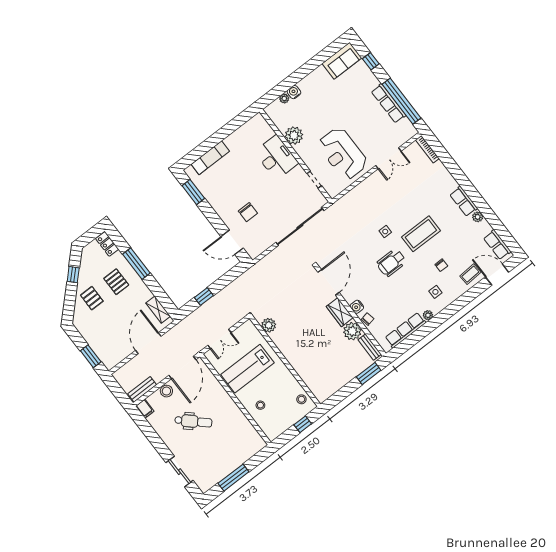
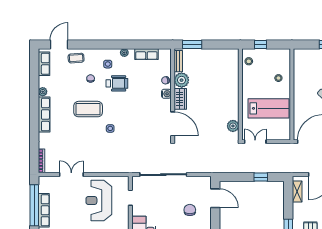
reception desk: (343, 154) -> (99, 201), turned 180
row of seats: (464, 201) -> (44, 115), width x1.48
wheelchair: (391, 263) -> (117, 83), moved
door: (497, 275) -> (59, 44), swing flipped
door: (328, 282) -> (173, 124), swing flipped
row of seats: (405, 330) -> (146, 54), width x0.68
double door: (219, 339) -> (255, 142), moved

